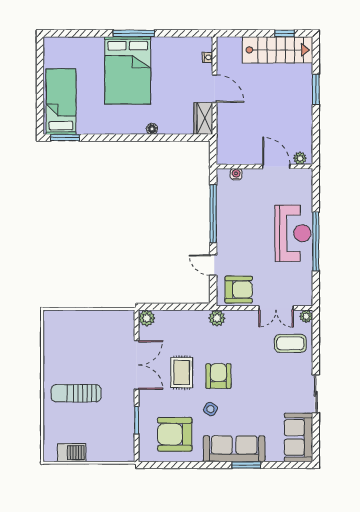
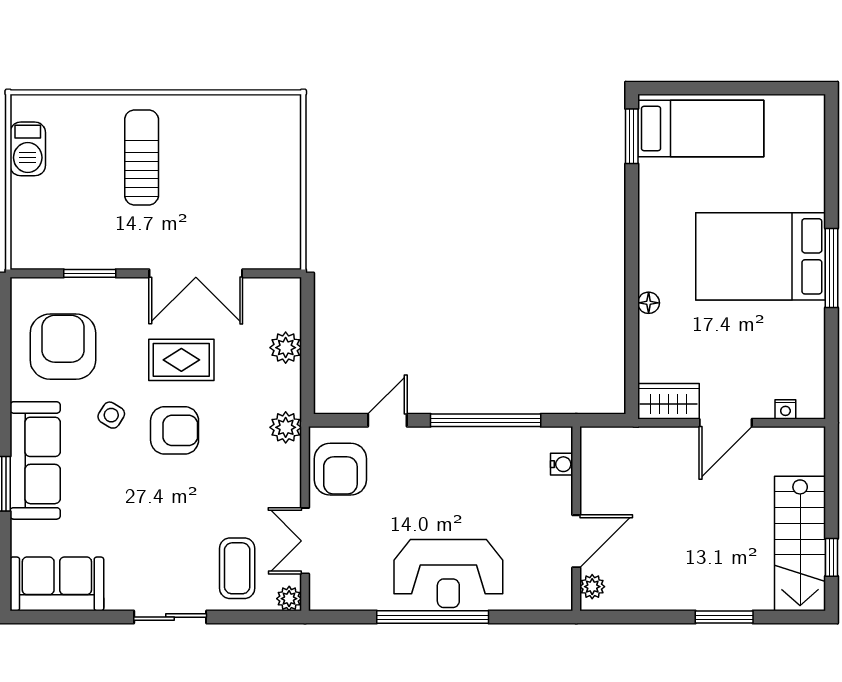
plant: (147, 318) -> (286, 348), moved
sliding door: (316, 394) -> (170, 617), moved

